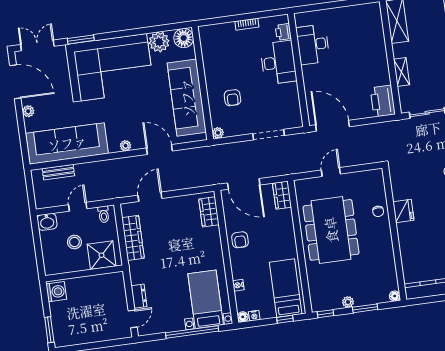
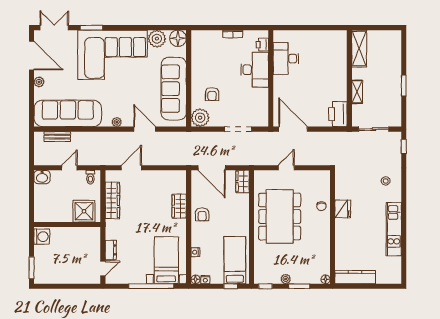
plant: (218, 133) -> (200, 118), width x1.88, depth x1.88
wardrobe: (209, 212) -> (179, 206), moved
stool: (74, 242) -> (63, 197), removed

